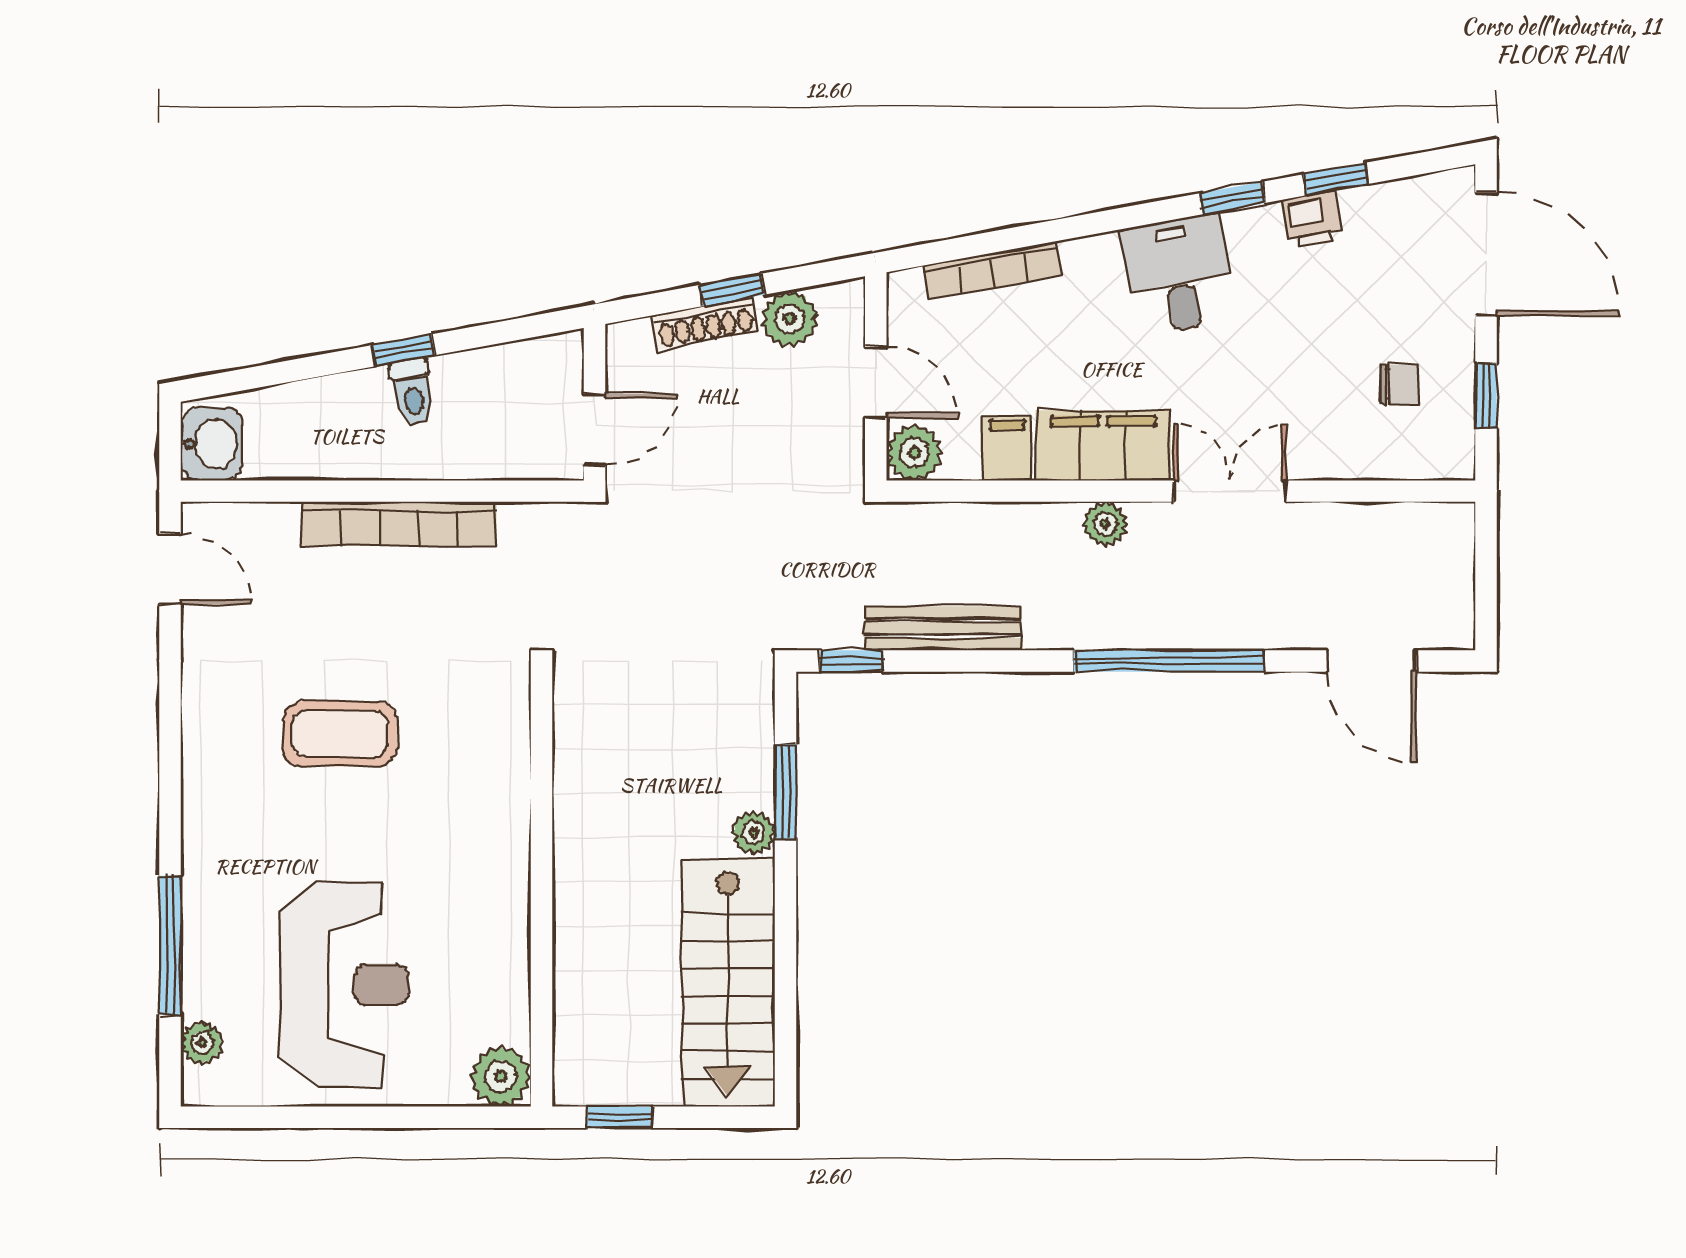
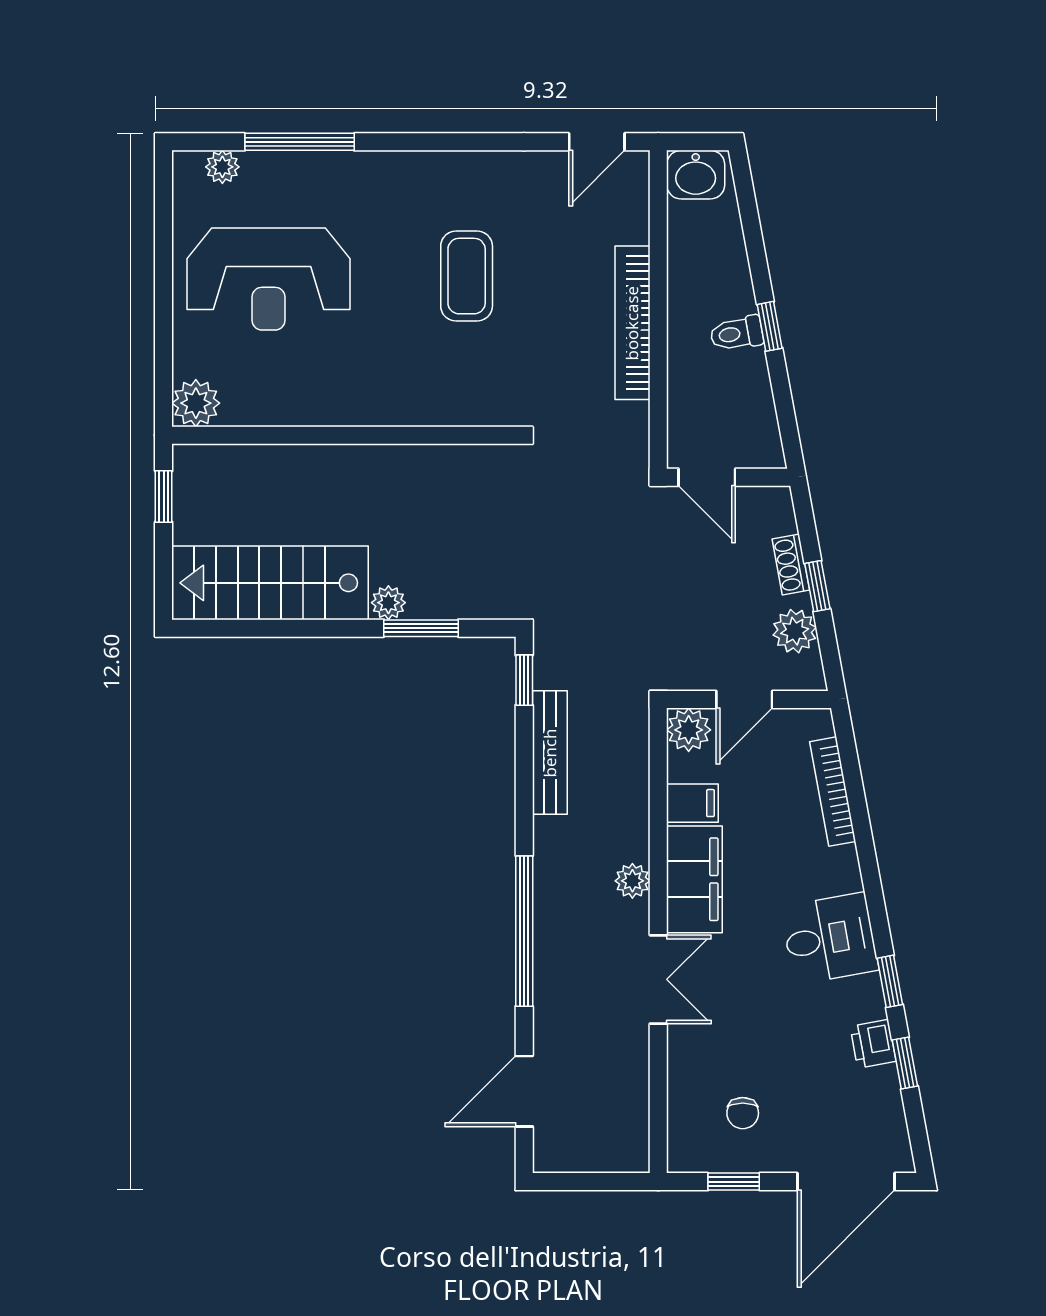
shoe rack: (705, 323) -> (791, 565), width x0.70

